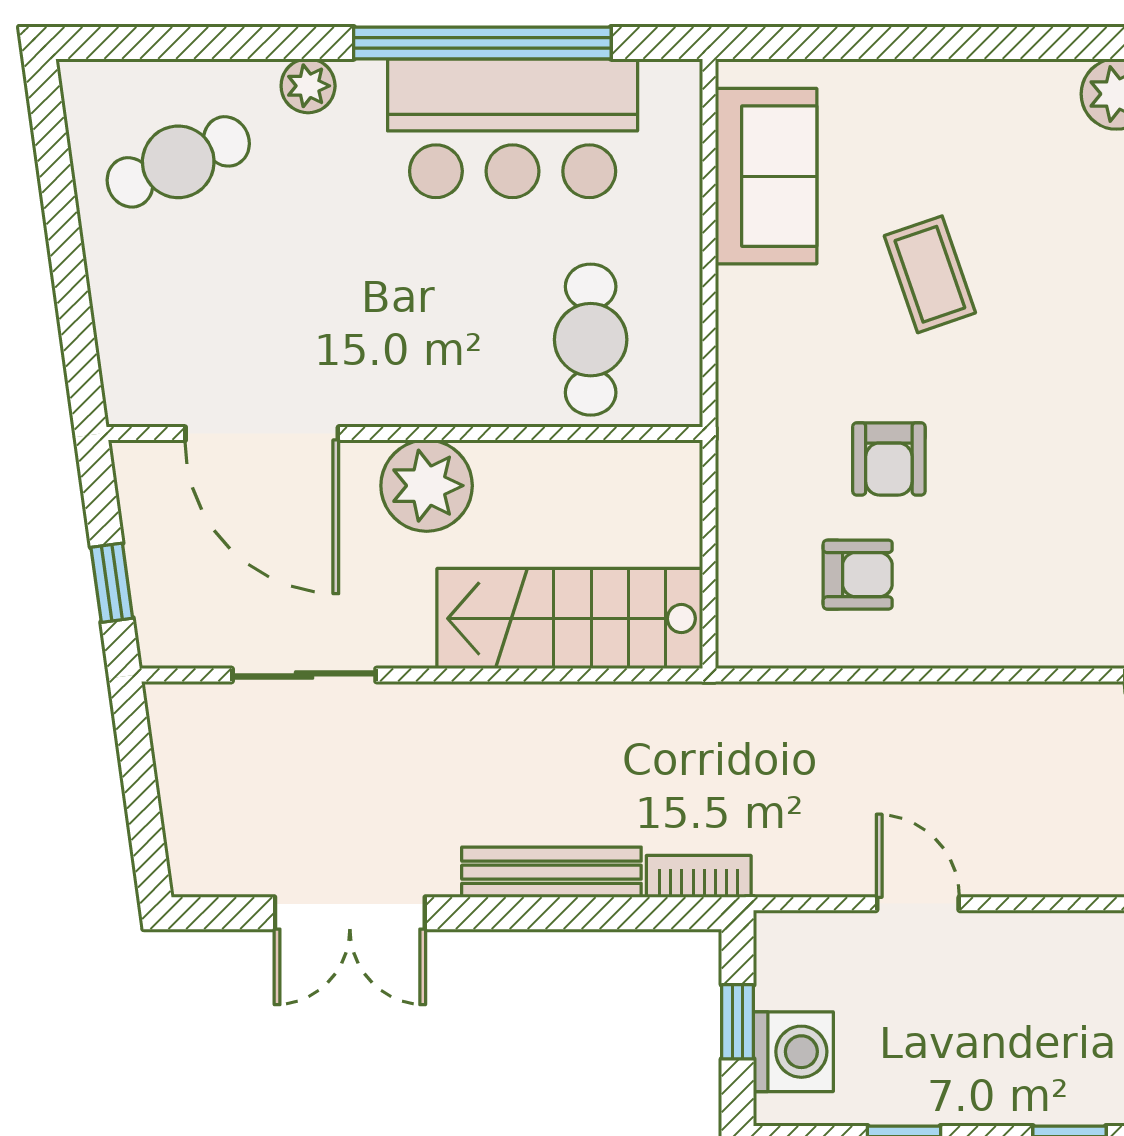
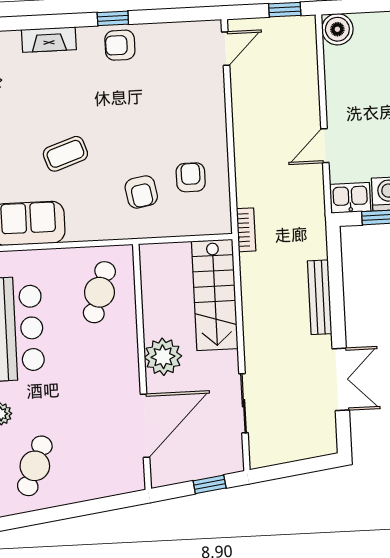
cafe table: (178, 162) -> (35, 466), turned 45
cafe table: (591, 340) -> (99, 292), turned -72
armchair: (889, 459) -> (141, 192), moved, turned 80
bookcase: (699, 876) -> (246, 230), moved, turned 180
kitchen sink: (788, 958) -> (350, 198), added

